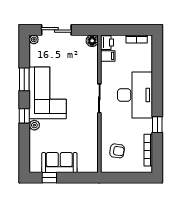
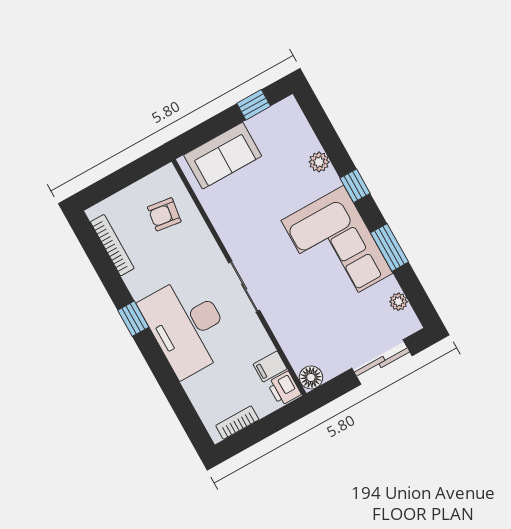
plant: (34, 39) -> (398, 302), moved
plant: (34, 125) -> (319, 162), moved
window: (157, 125) -> (133, 319), moved
sofa: (59, 163) -> (223, 156), moved

